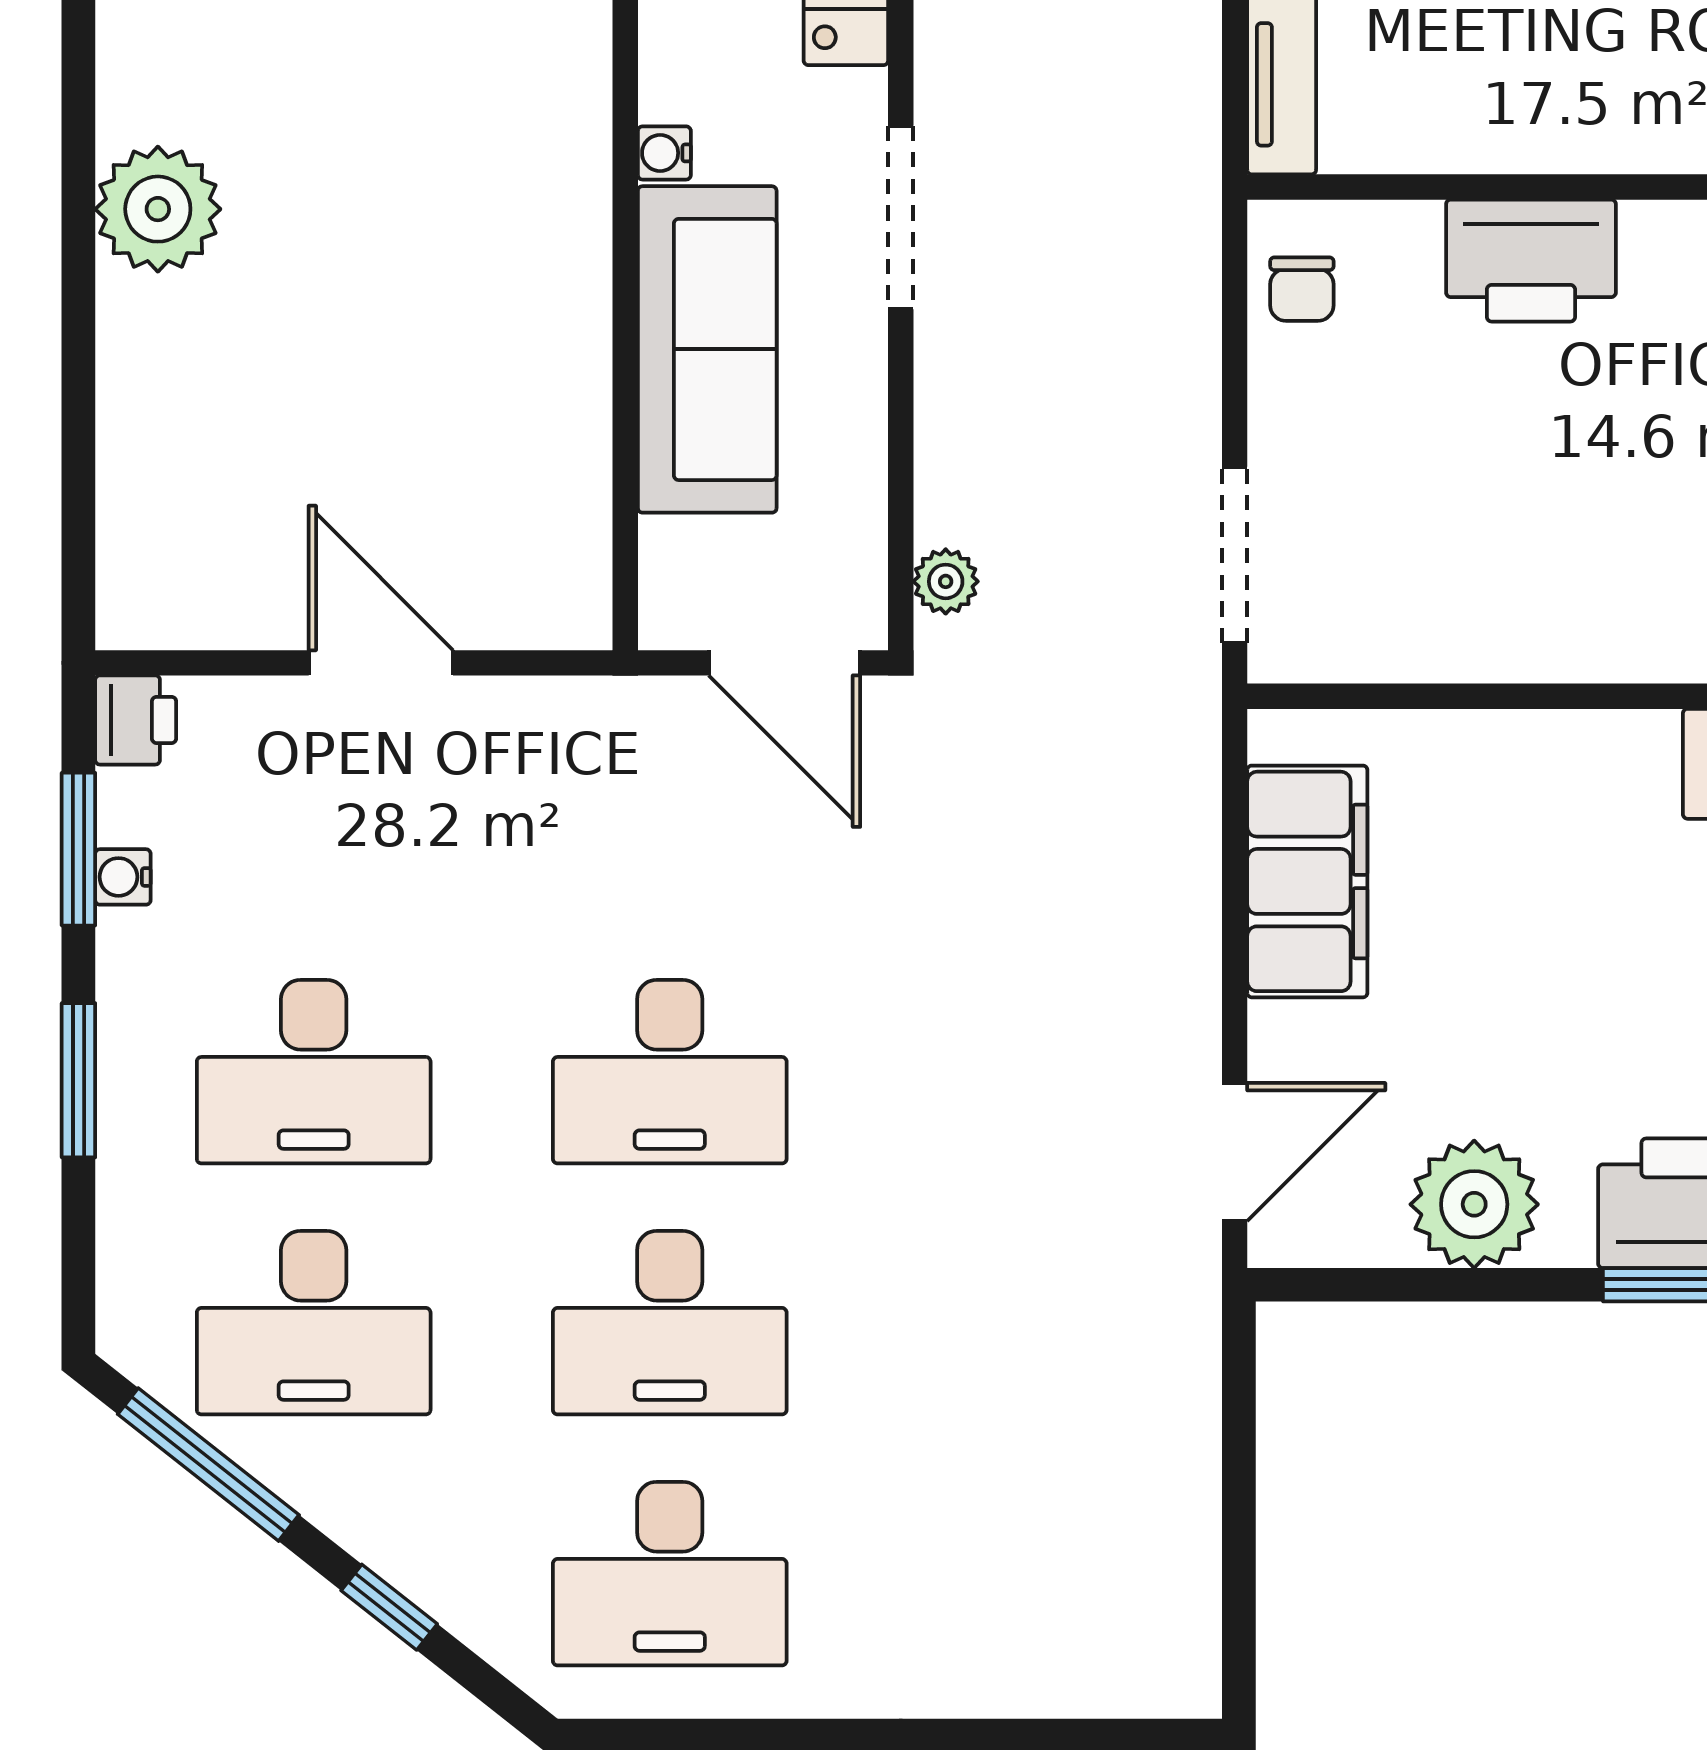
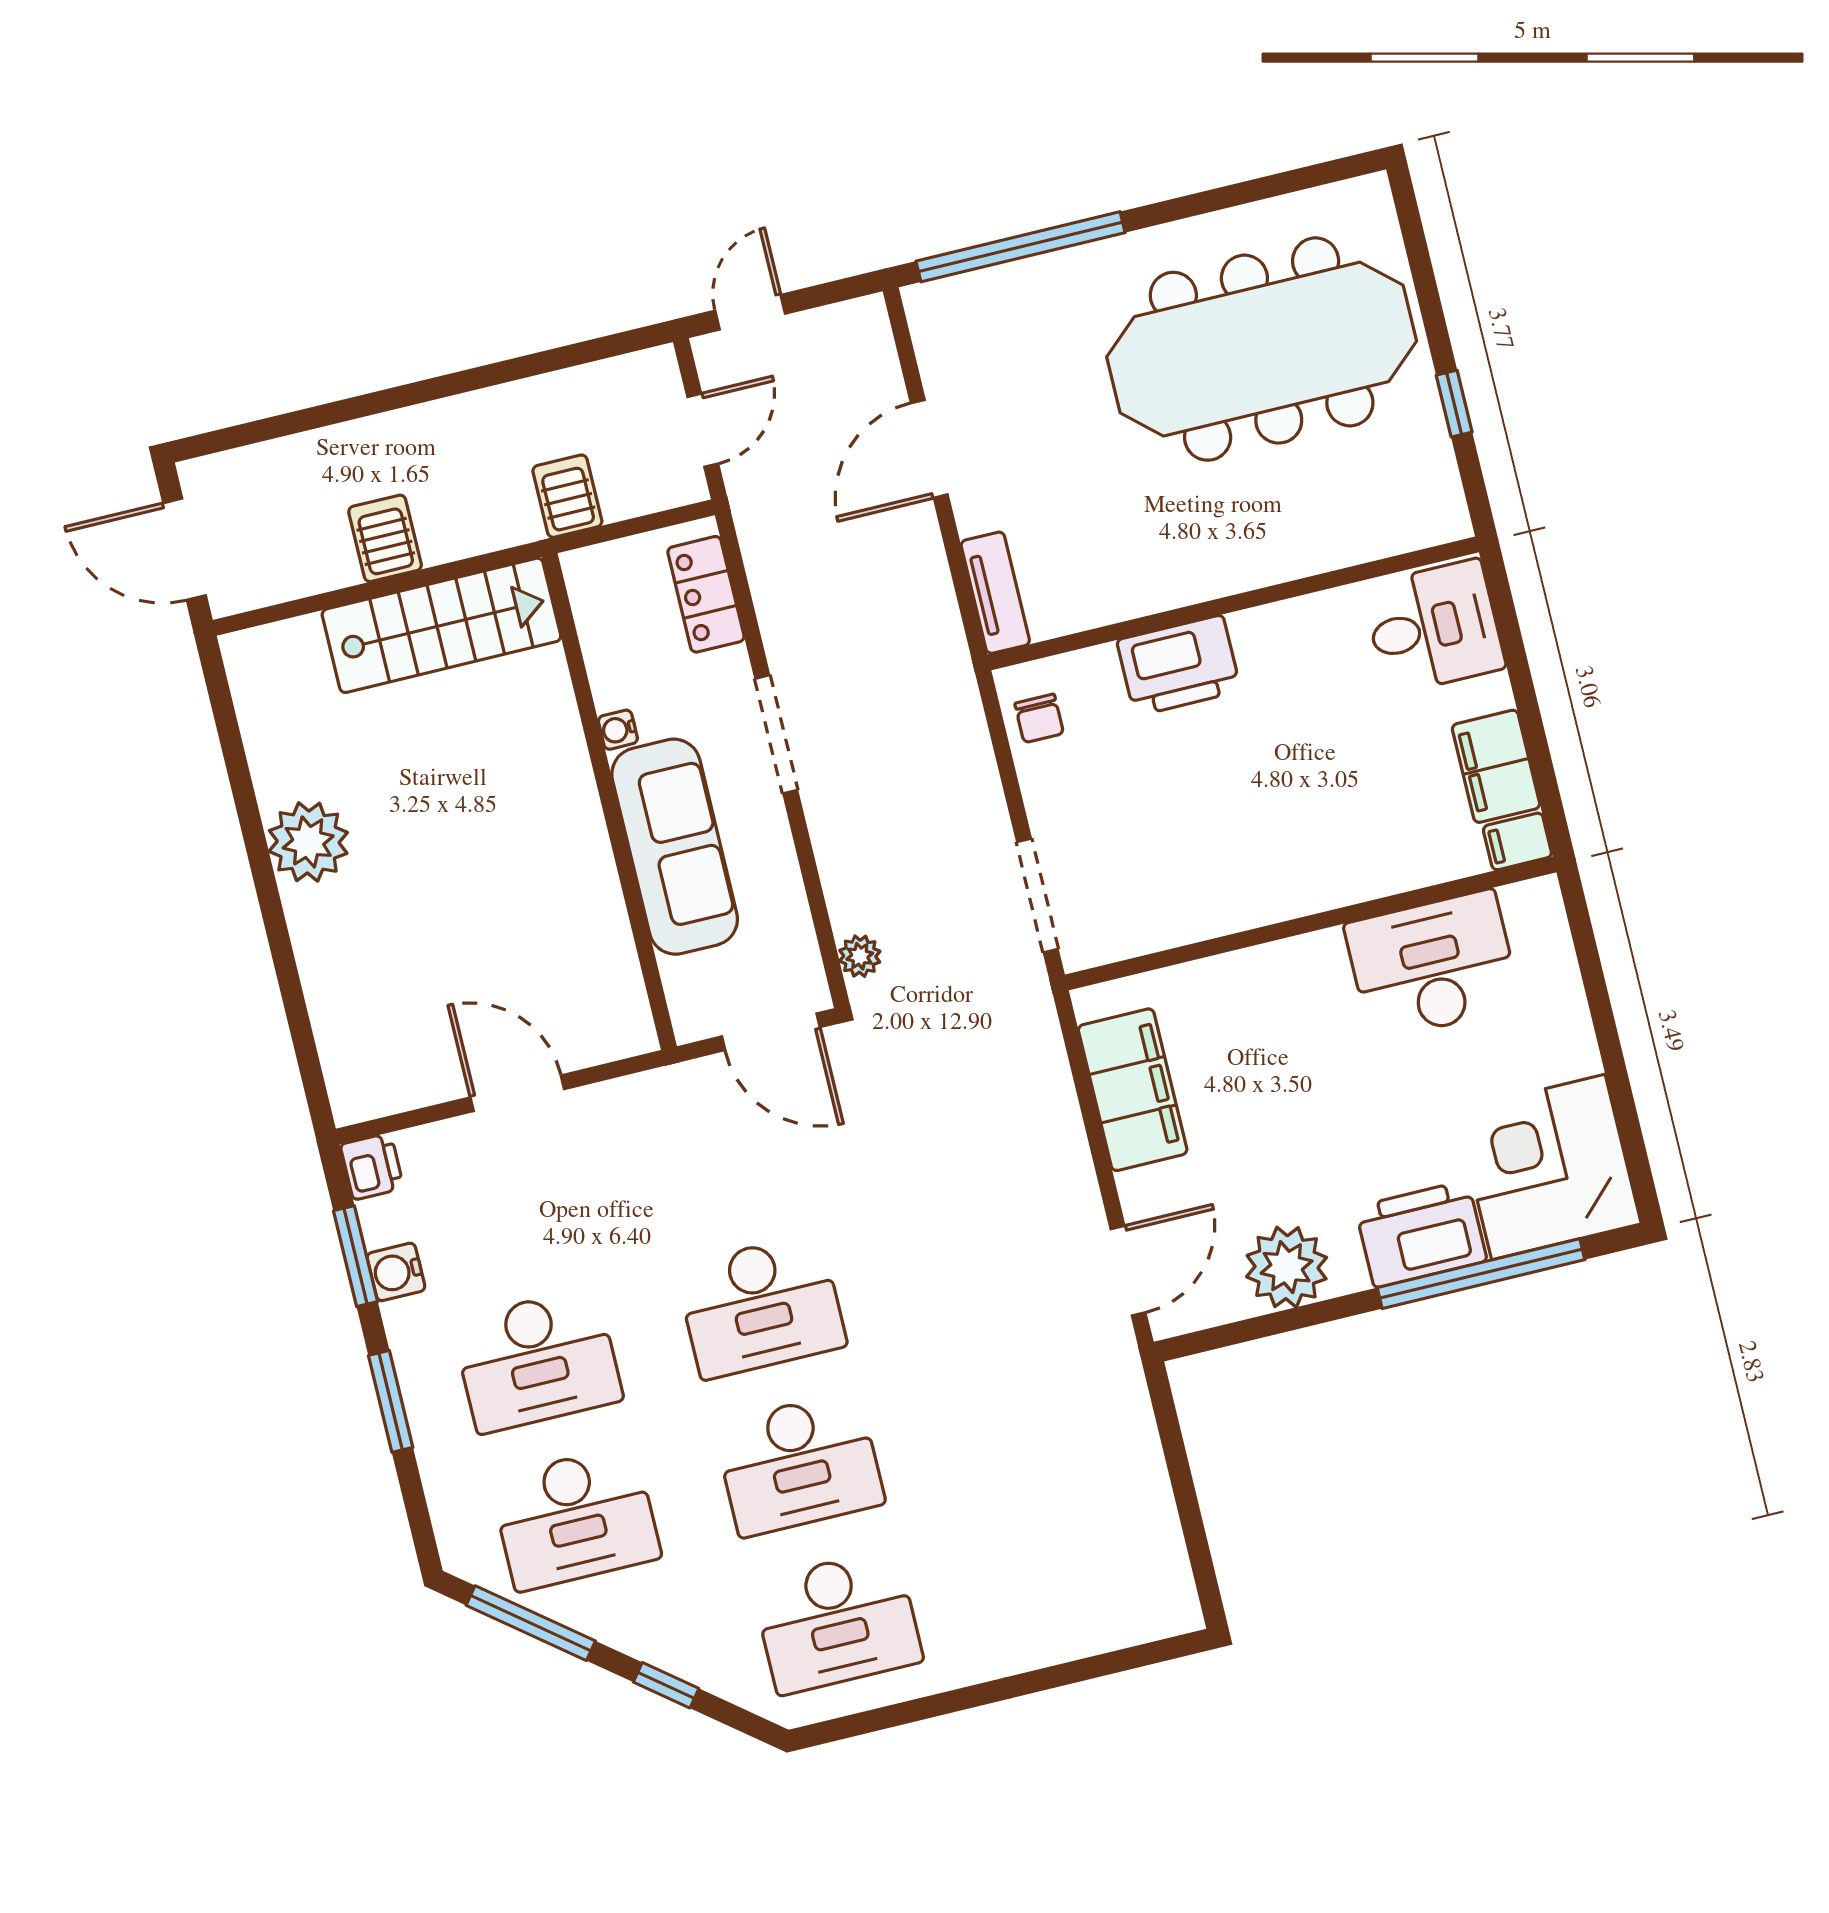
water cooler: (123, 877) -> (396, 1272), width x1.38, depth x1.38

